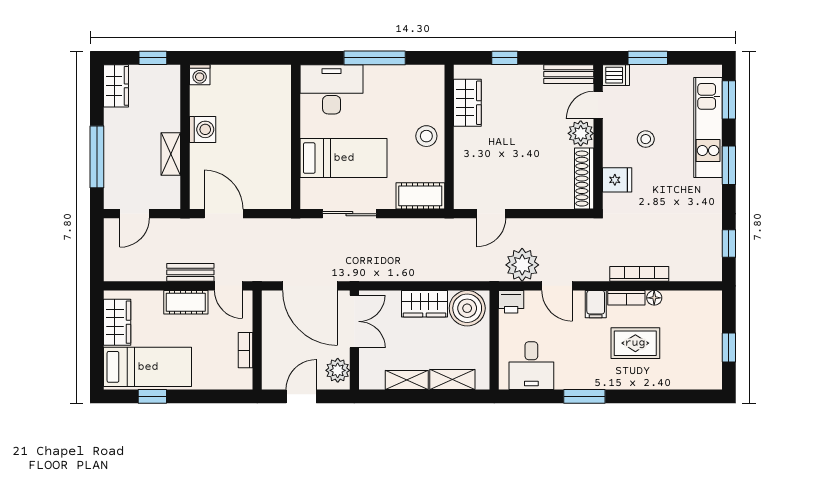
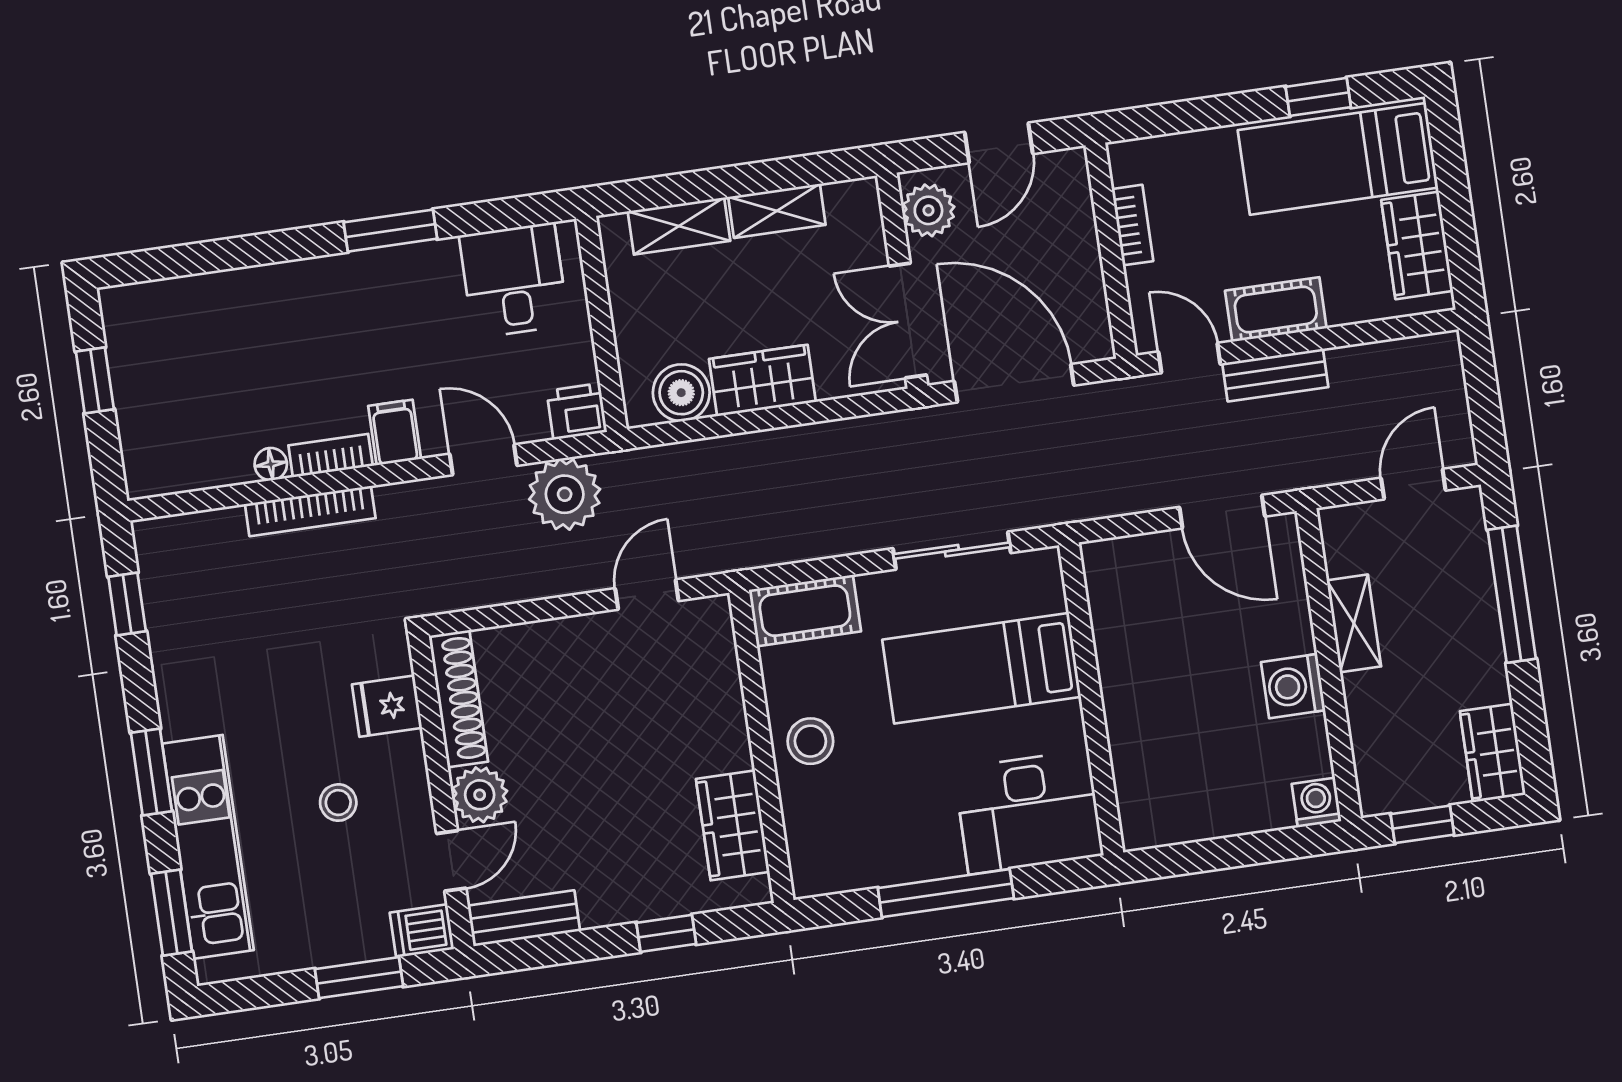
boiler: (467, 308) -> (681, 393), width x0.73, depth x0.73
rug: (635, 343) -> (297, 361), removed

